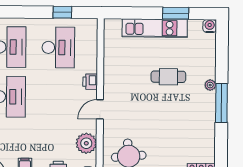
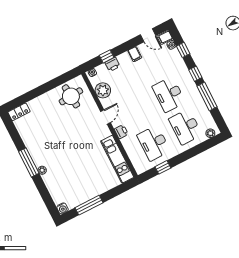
window: (176, 13) -> (89, 205), width x1.44
kitchen unit: (155, 28) -> (117, 159), moved, turned -90
cafe table: (168, 77) -> (72, 161), removed

